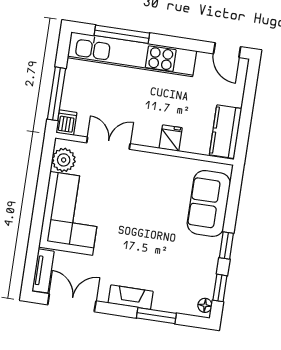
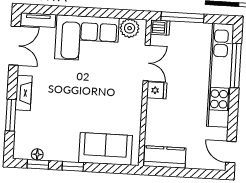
door: (227, 50) -> (231, 152), hinge flipped
fridge: (171, 138) -> (157, 90), moved
floor lamp: (205, 305) -> (37, 154), moved

